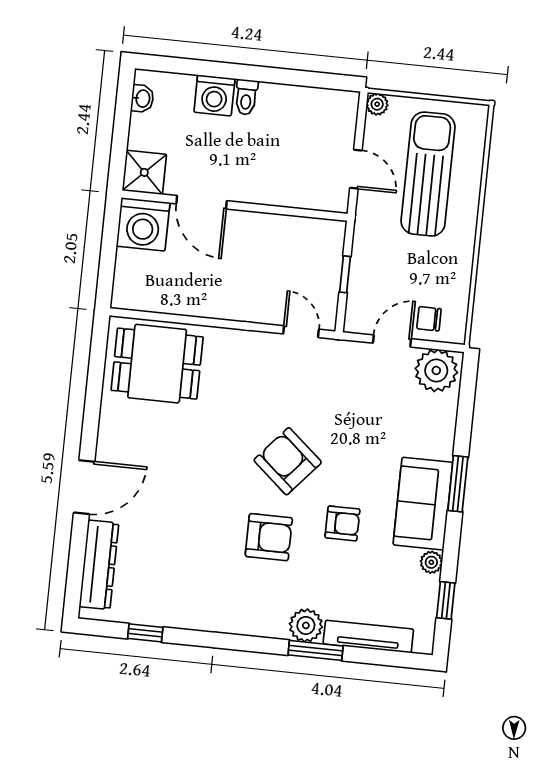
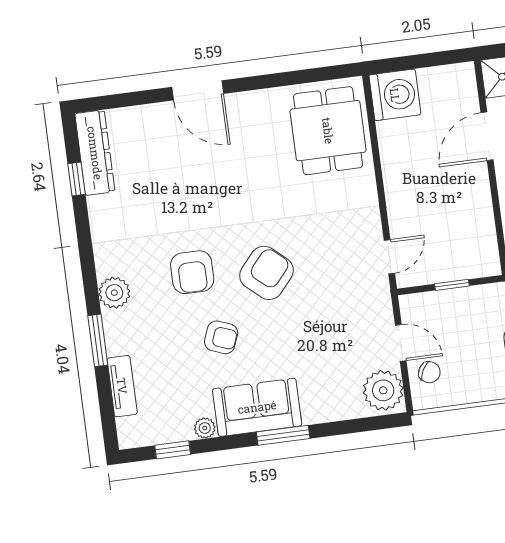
washing machine: (143, 224) -> (395, 95), moved, turned 180
chair: (429, 319) -> (429, 372), turned 119
armchair: (342, 523) -> (221, 337), turned -69
dresser: (99, 565) -> (95, 153), moved, turned -90
plant: (306, 625) -> (114, 293), moved
tv unit: (368, 637) -> (122, 386), width x0.71

